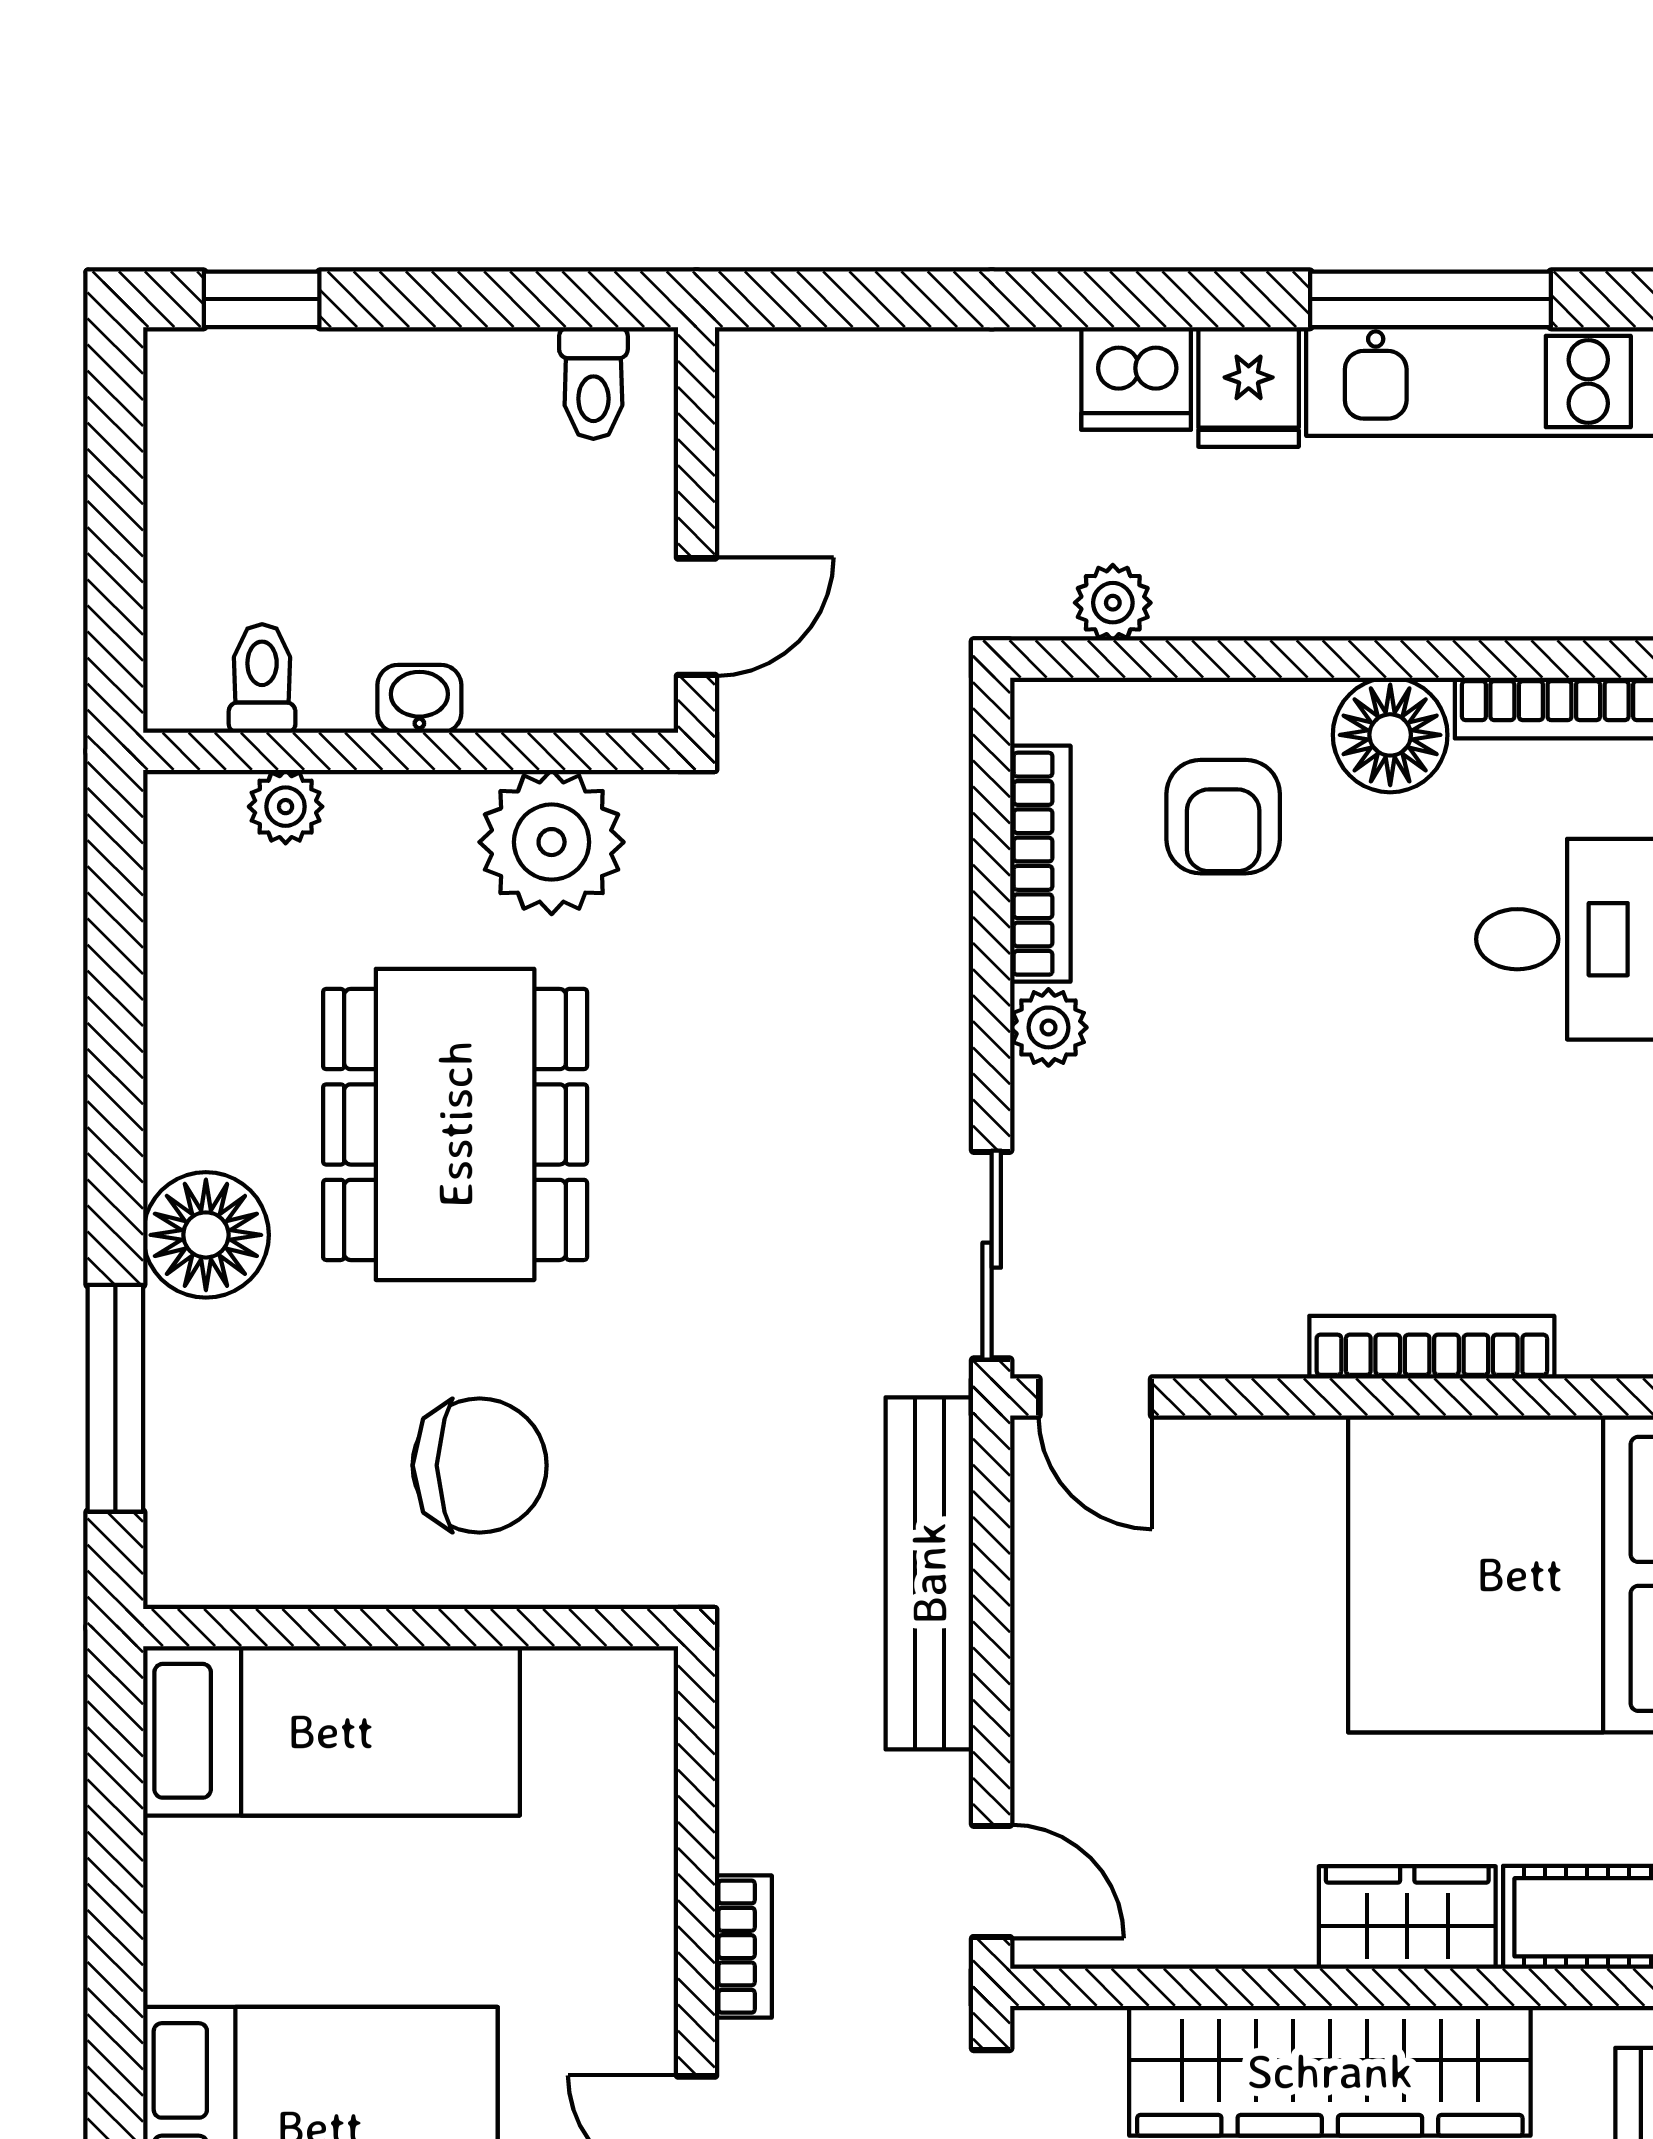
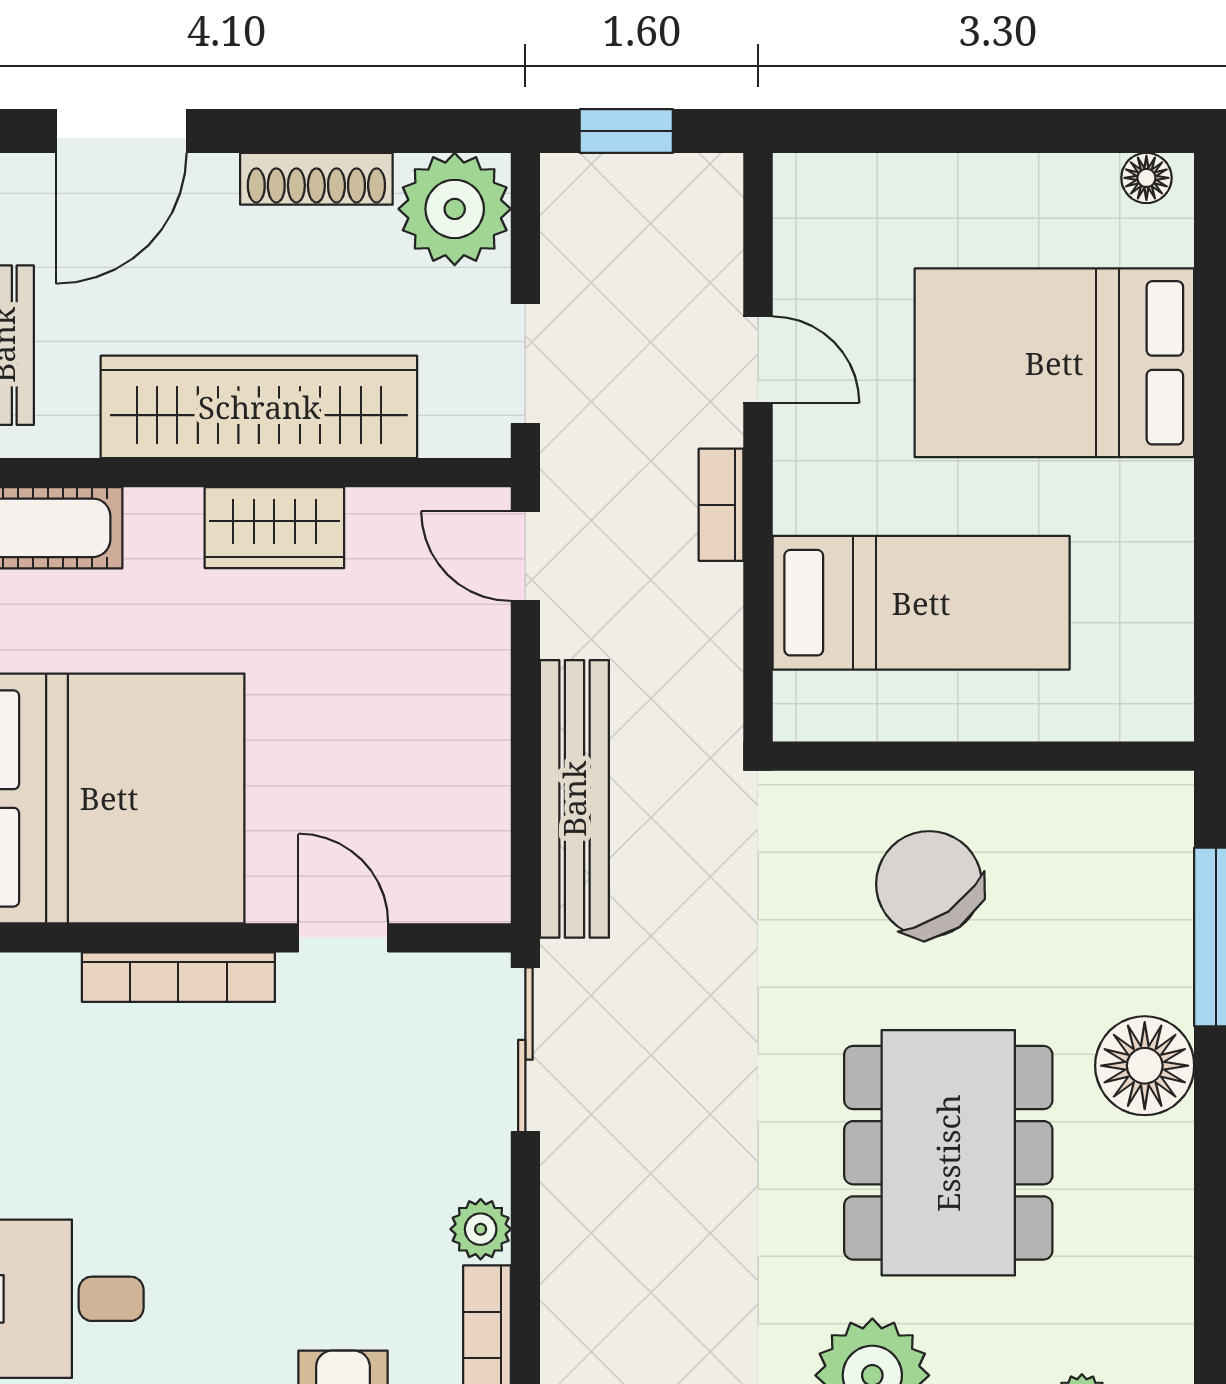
door: (1095, 1397) -> (343, 938), moved
chair: (480, 1465) -> (929, 884), turned 55
bed: (331, 1731) -> (921, 603), moved, turned 180
wardrobe: (1407, 1918) -> (274, 528), moved

